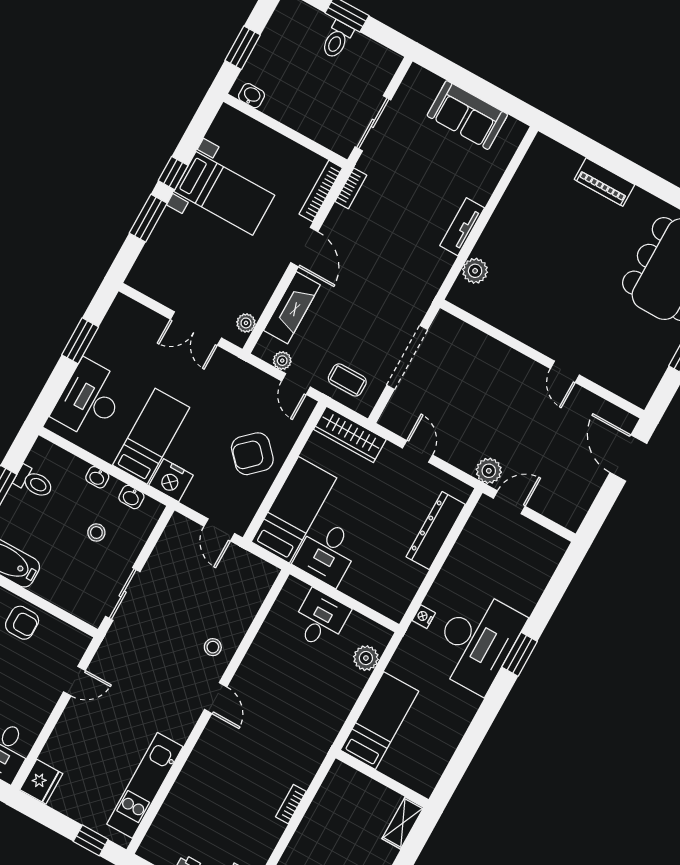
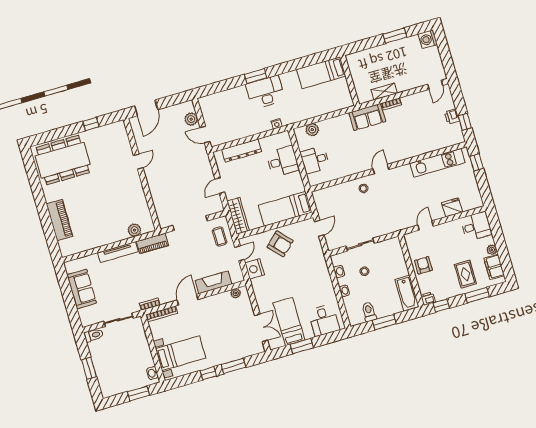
toilet: (337, 40) -> (94, 335), moved
piano: (605, 182) -> (60, 220), width x1.37, depth x1.33
bed with nightstands: (224, 193) -> (181, 353), moved, turned 90
tv unit: (462, 227) -> (118, 252), width x1.41
piano: (431, 277) -> (152, 244), added
double door: (196, 329) -> (261, 328), moved
plant: (282, 361) -> (236, 267), removed
desk: (90, 399) -> (324, 320), width x0.73
bed: (151, 436) -> (289, 322), moved, turned 90
plant: (489, 471) -> (191, 119), moved
nightstand: (171, 480) -> (255, 269), moved, turned 180
desk: (327, 552) -> (283, 161), moved
sliding door: (123, 594) -> (360, 245), moved
desk: (477, 641) -> (265, 92), width x0.73, depth x0.77
door: (74, 681) -> (425, 226), hinge flipped
bed: (379, 721) -> (321, 73), moved
sofa: (307, 752) -> (367, 117), added
fridge: (41, 782) -> (452, 207), moved
shelving: (403, 823) -> (384, 91), moved

